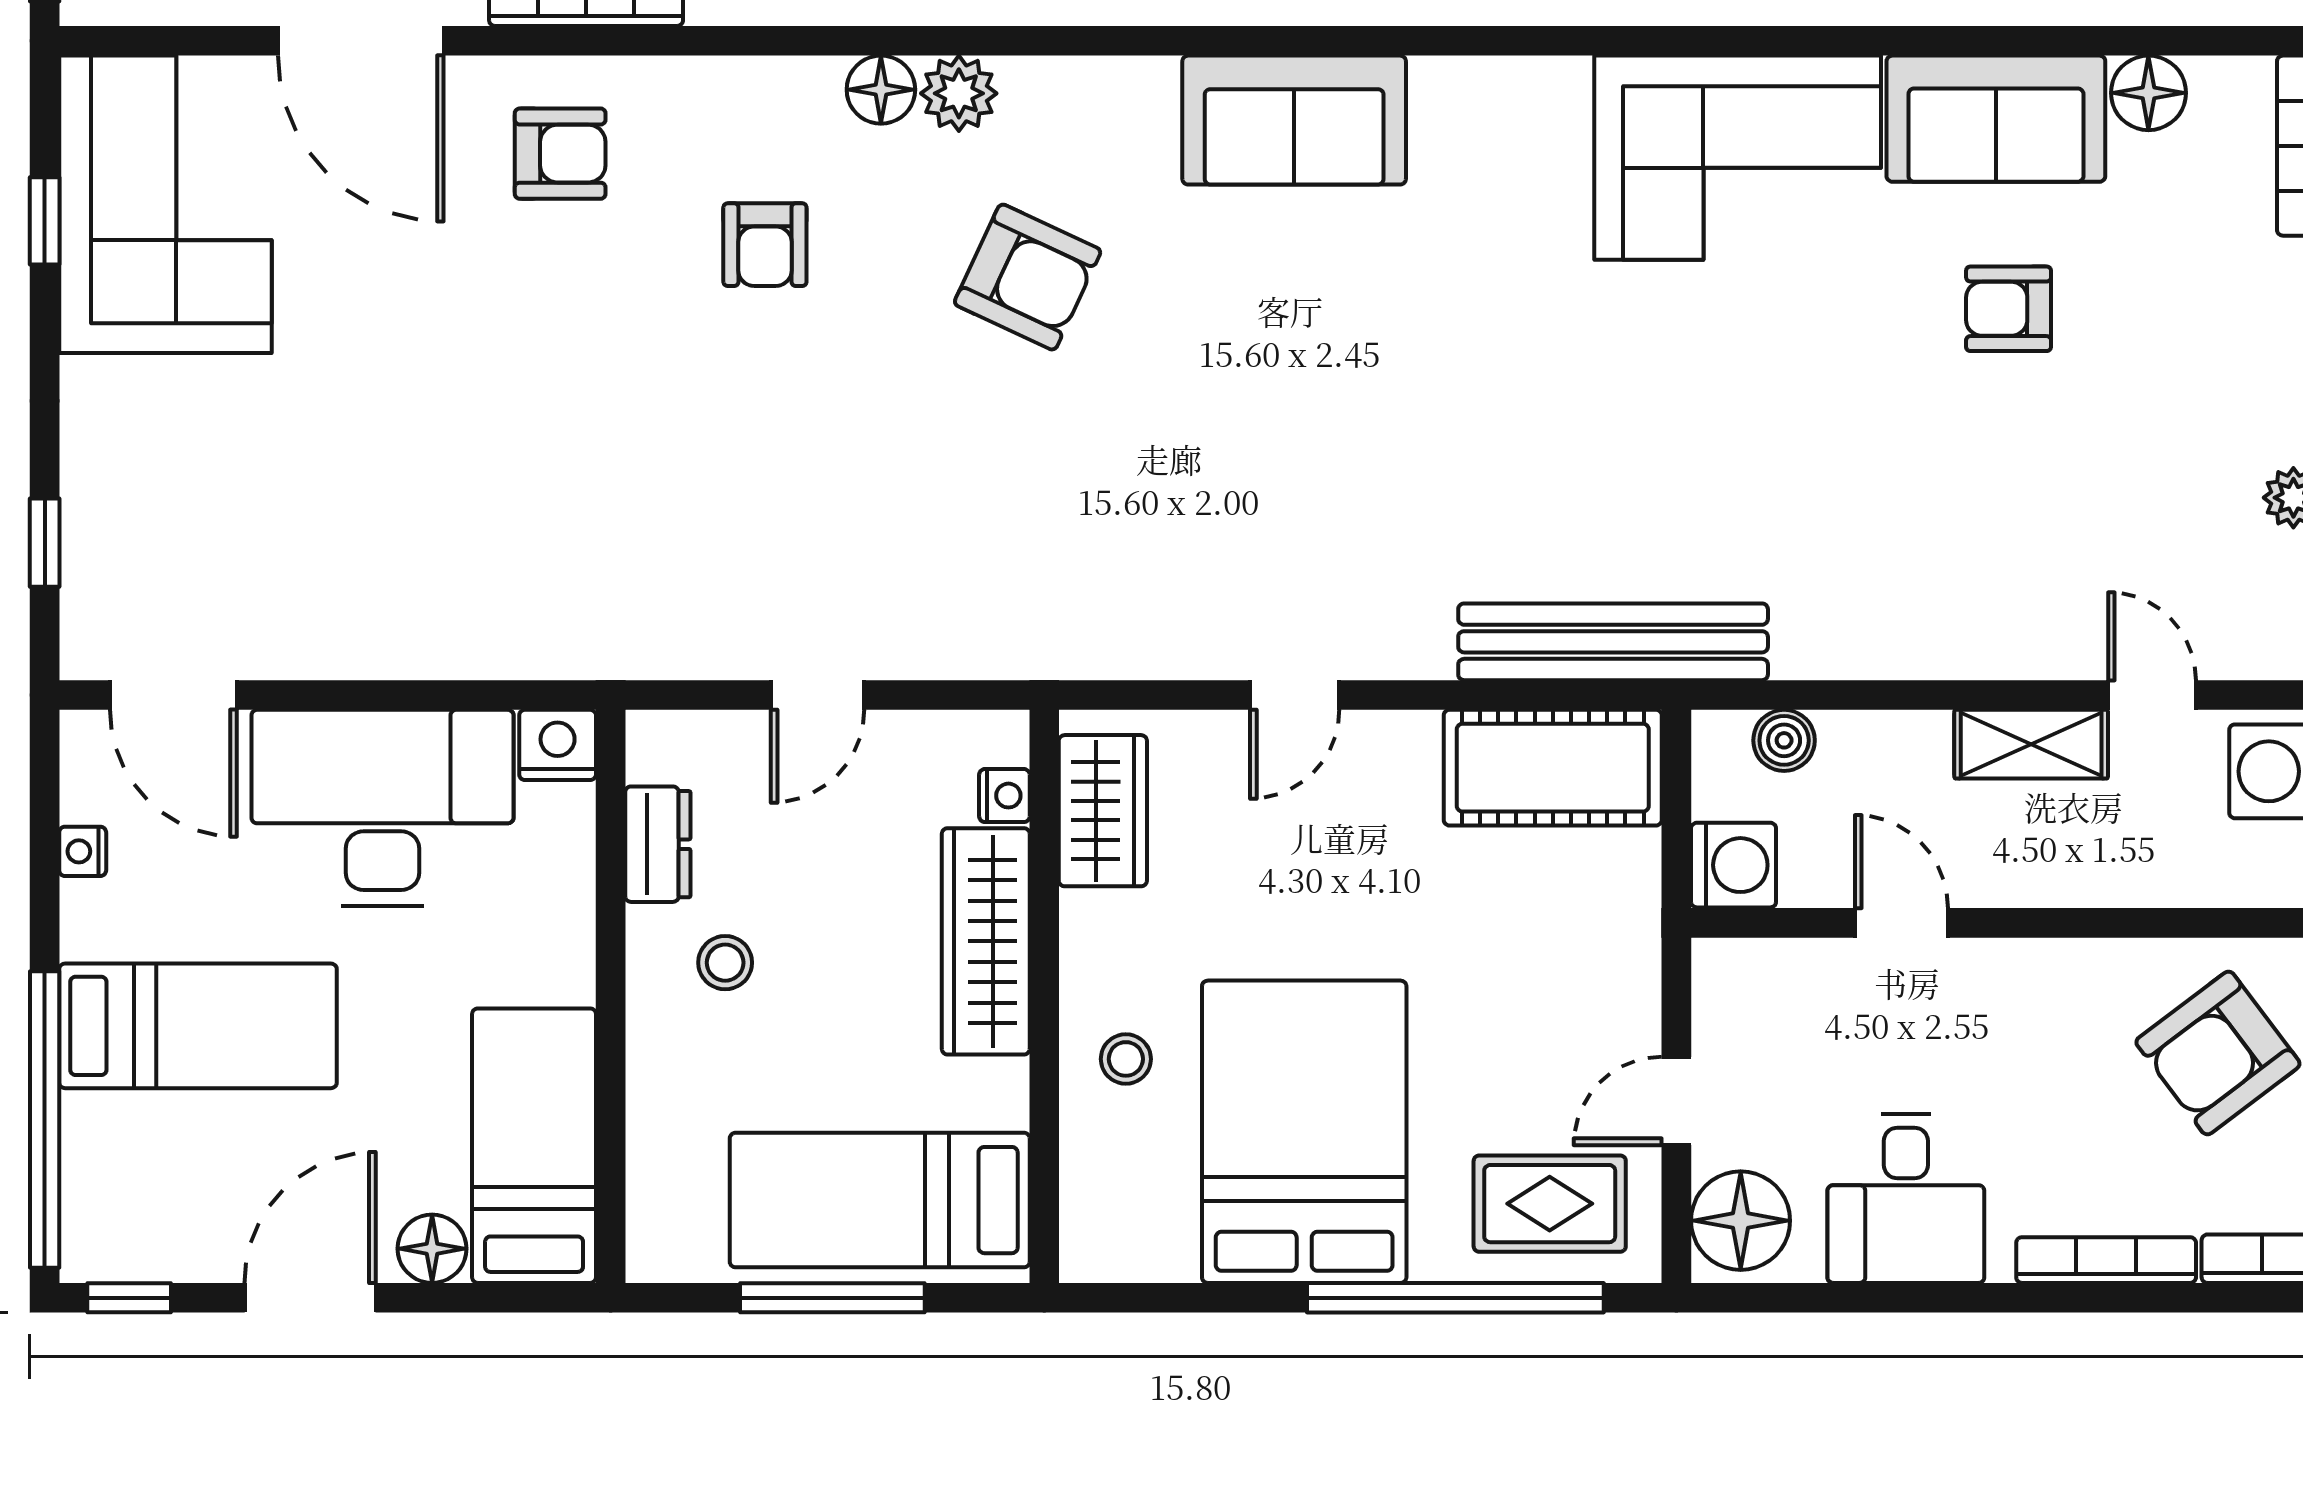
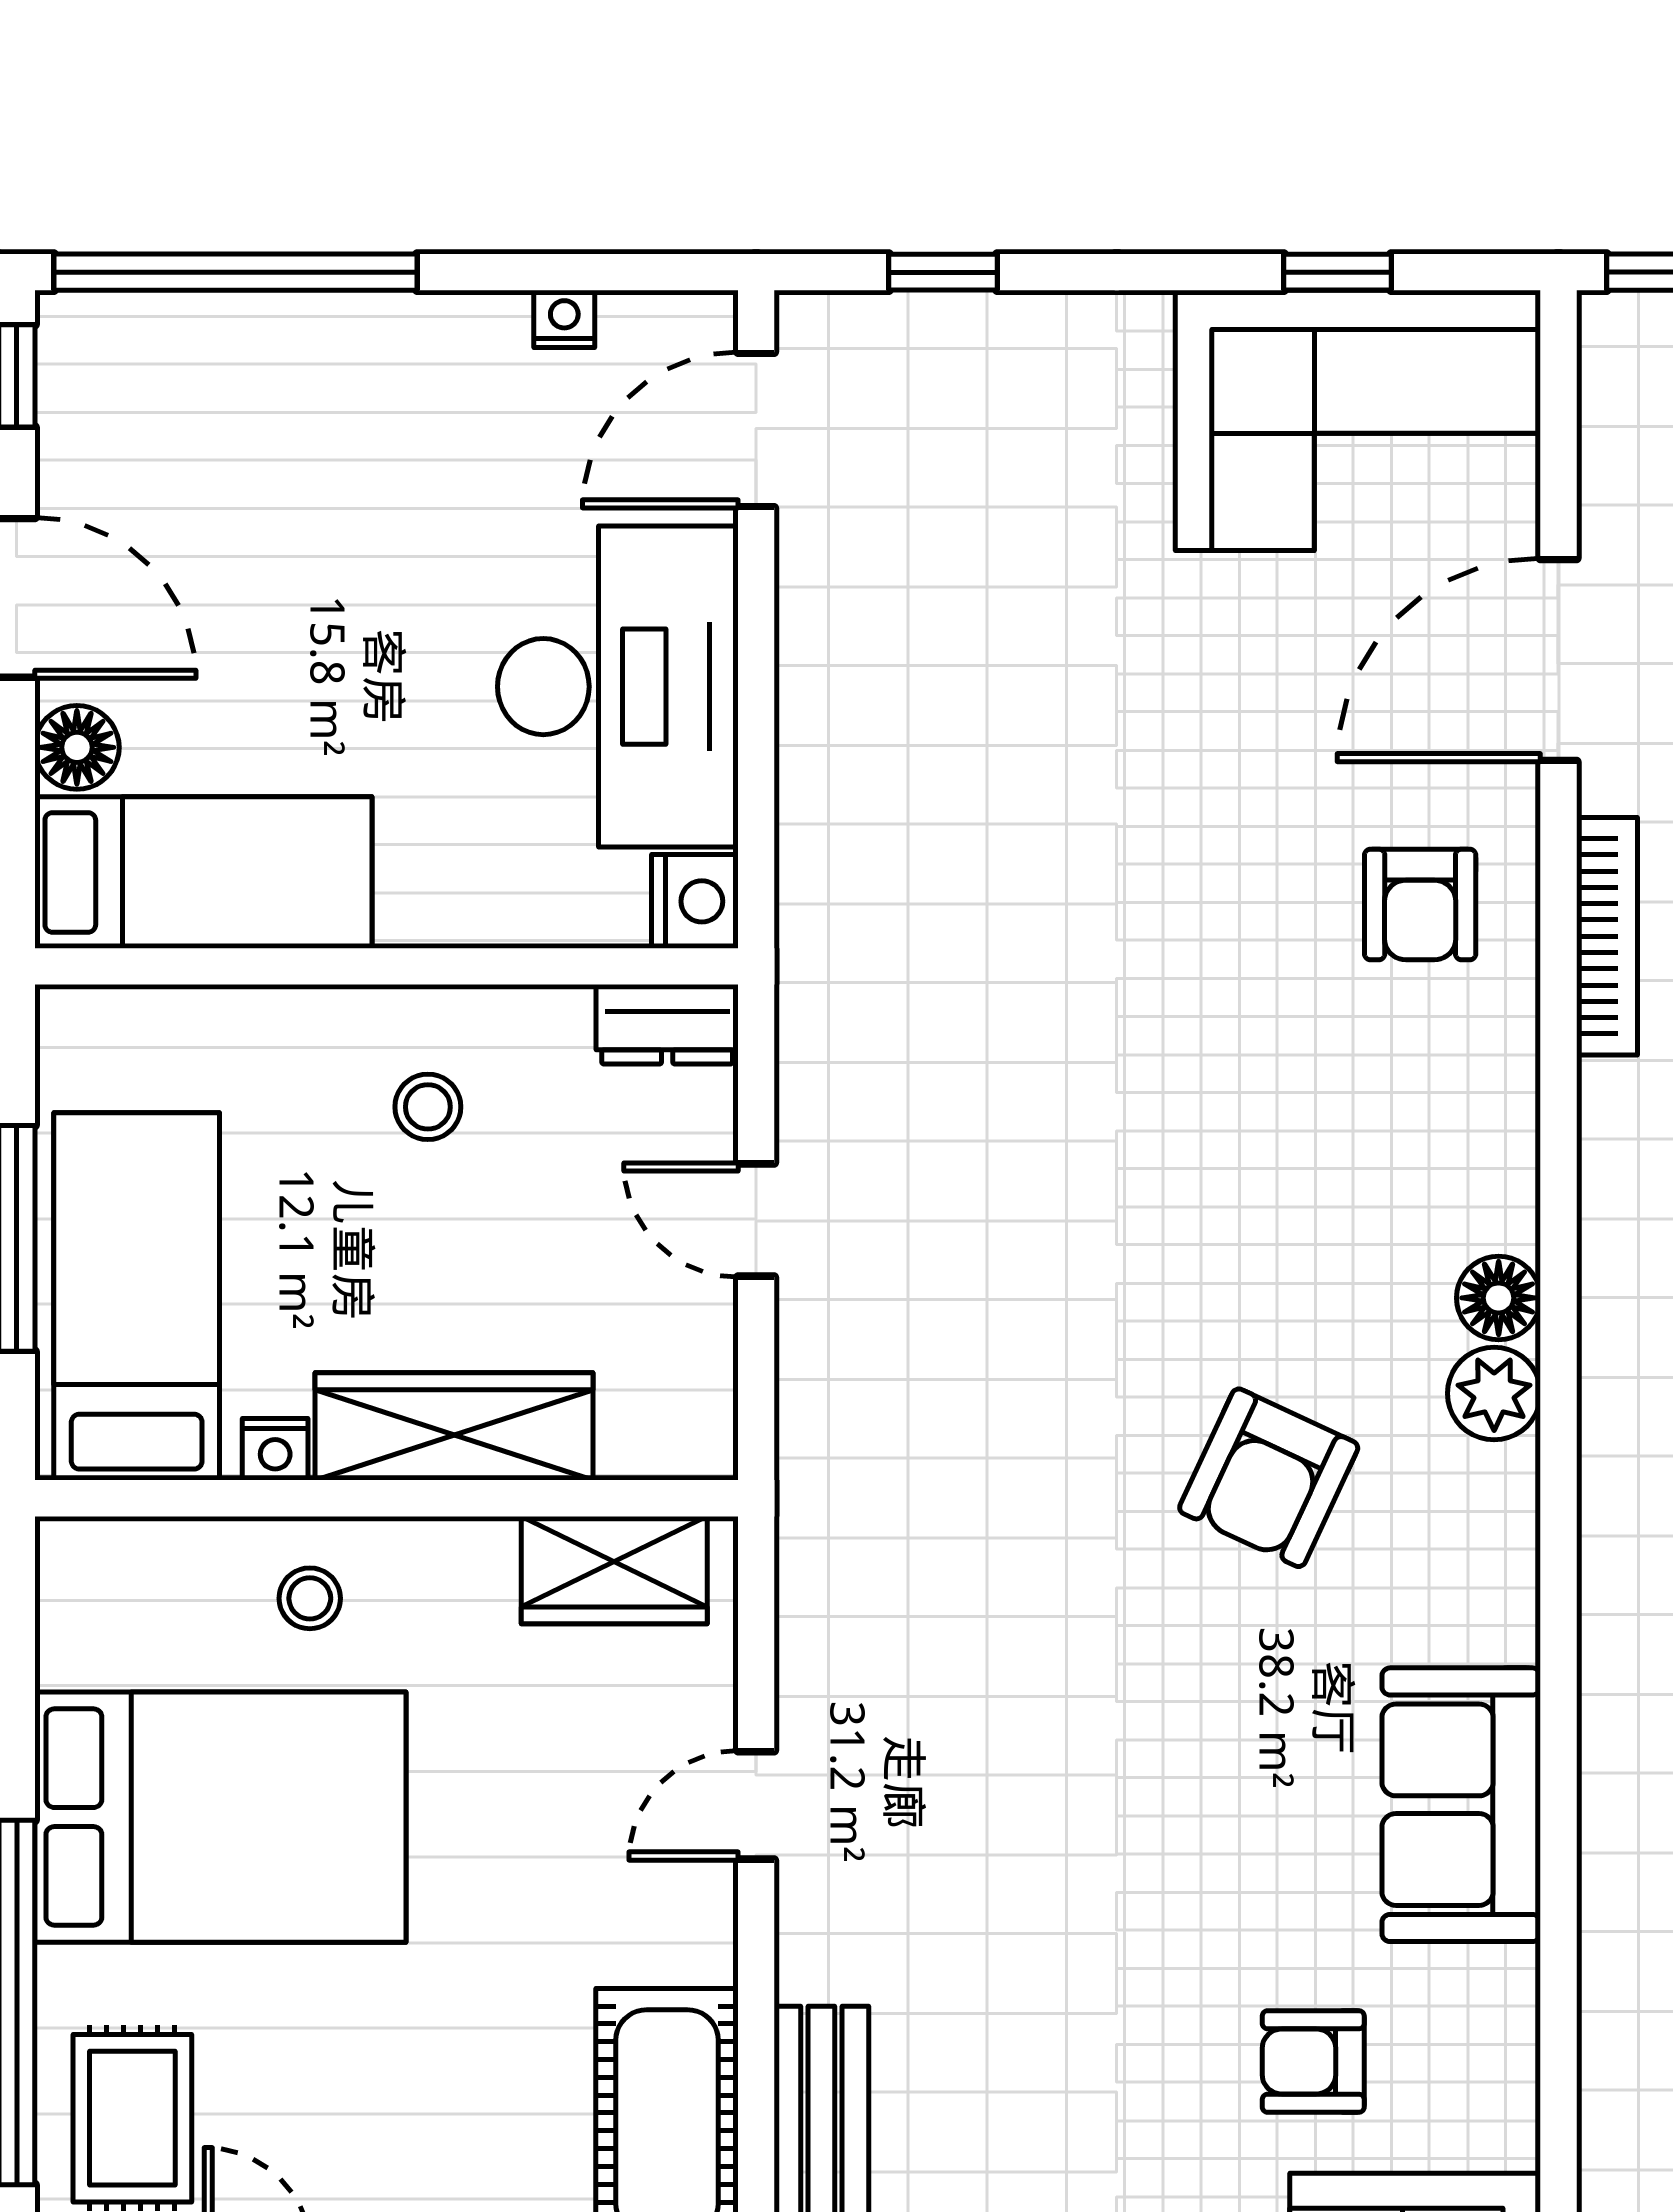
armchair: (765, 245) -> (1313, 2061), moved
door: (1295, 695) -> (756, 1805), hinge flipped
nightstand: (1004, 796) -> (275, 1449), moved
dresser: (658, 844) -> (667, 1024), moved
bed: (198, 1026) -> (350, 460), removed

